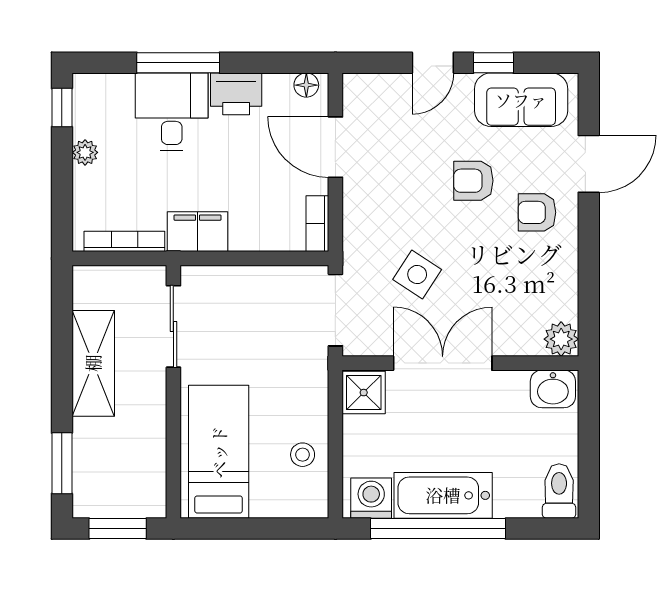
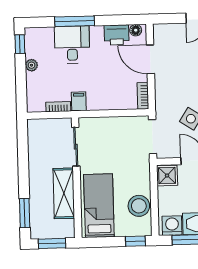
printer: (236, 94) -> (117, 35), moved
filing cabinet: (198, 232) -> (79, 101), width x0.50
bookcase: (124, 241) -> (58, 107), width x0.64
shelving: (93, 363) -> (64, 193), moved
stool: (303, 455) -> (139, 206), width x1.89, depth x1.89
window: (293, 529) -> (135, 241), added

